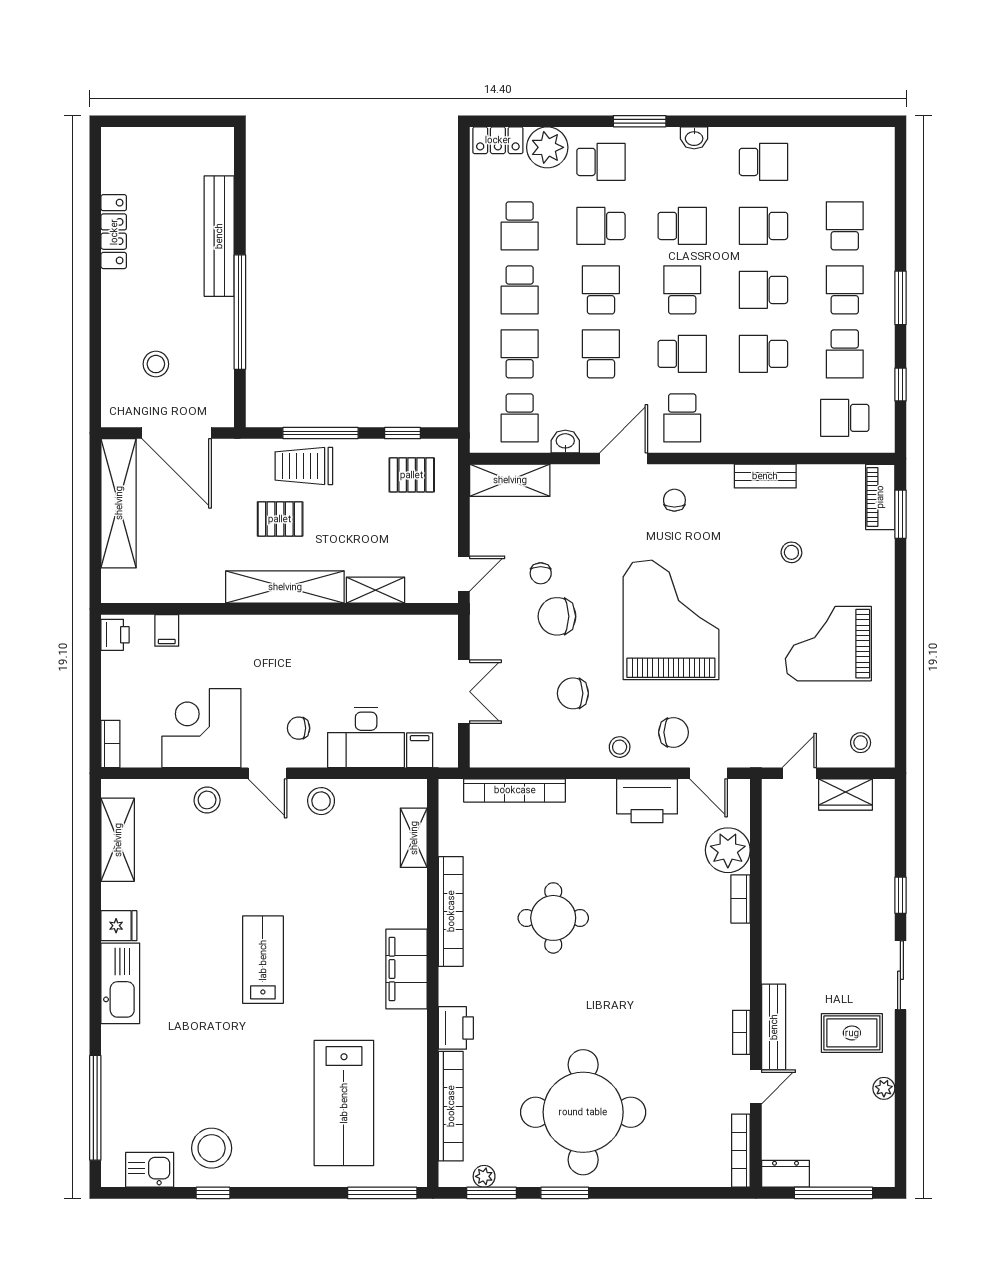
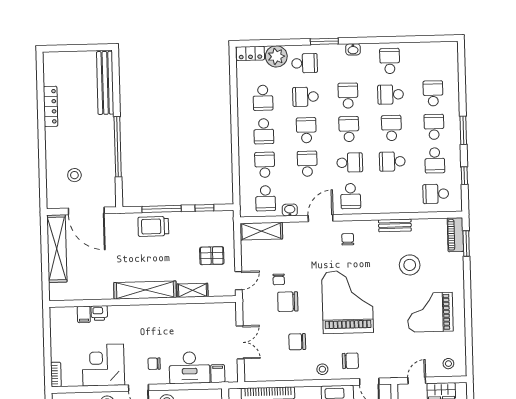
school desk: (763, 162) -> (390, 61), turned -90
school desk: (682, 226) -> (348, 96), turned -90
bench: (219, 236) -> (105, 83), moved
school desk: (763, 290) -> (391, 128), turned 90
pallet: (412, 475) -> (212, 256), moved
pallet: (280, 519) -> (142, 254), removed
stool: (791, 552) -> (410, 265), width x1.89, depth x1.89
printer: (115, 635) -> (99, 313), moved, turned 90

